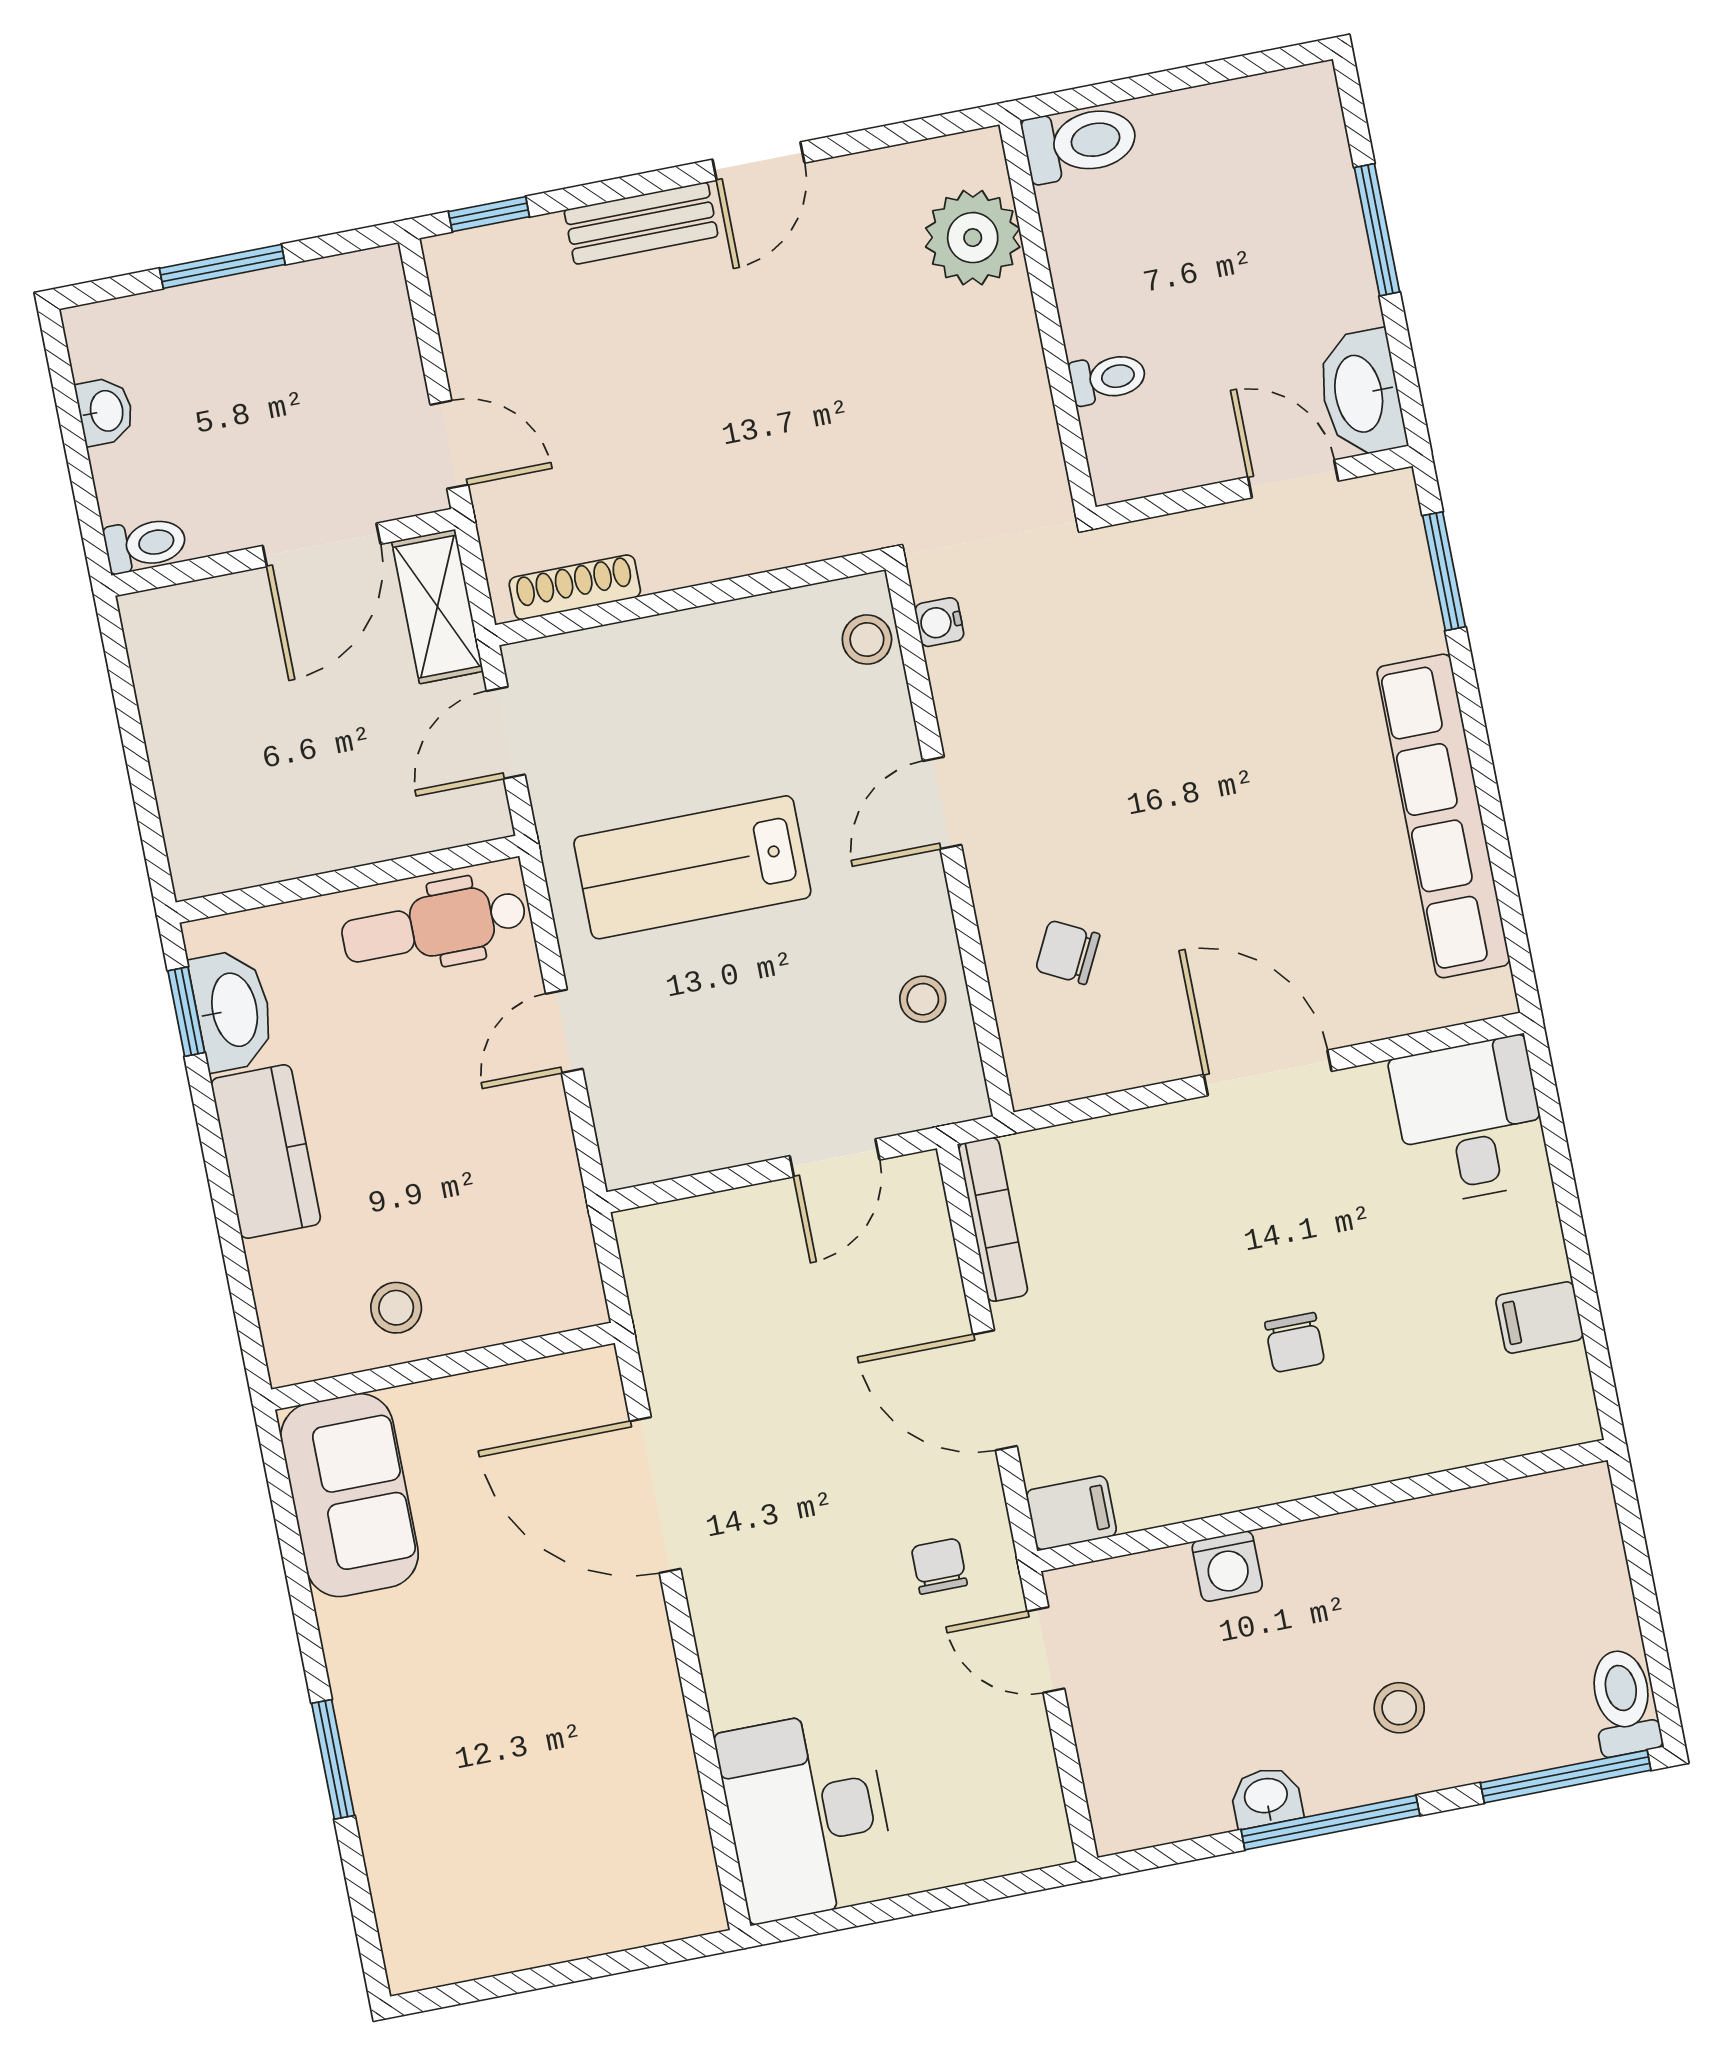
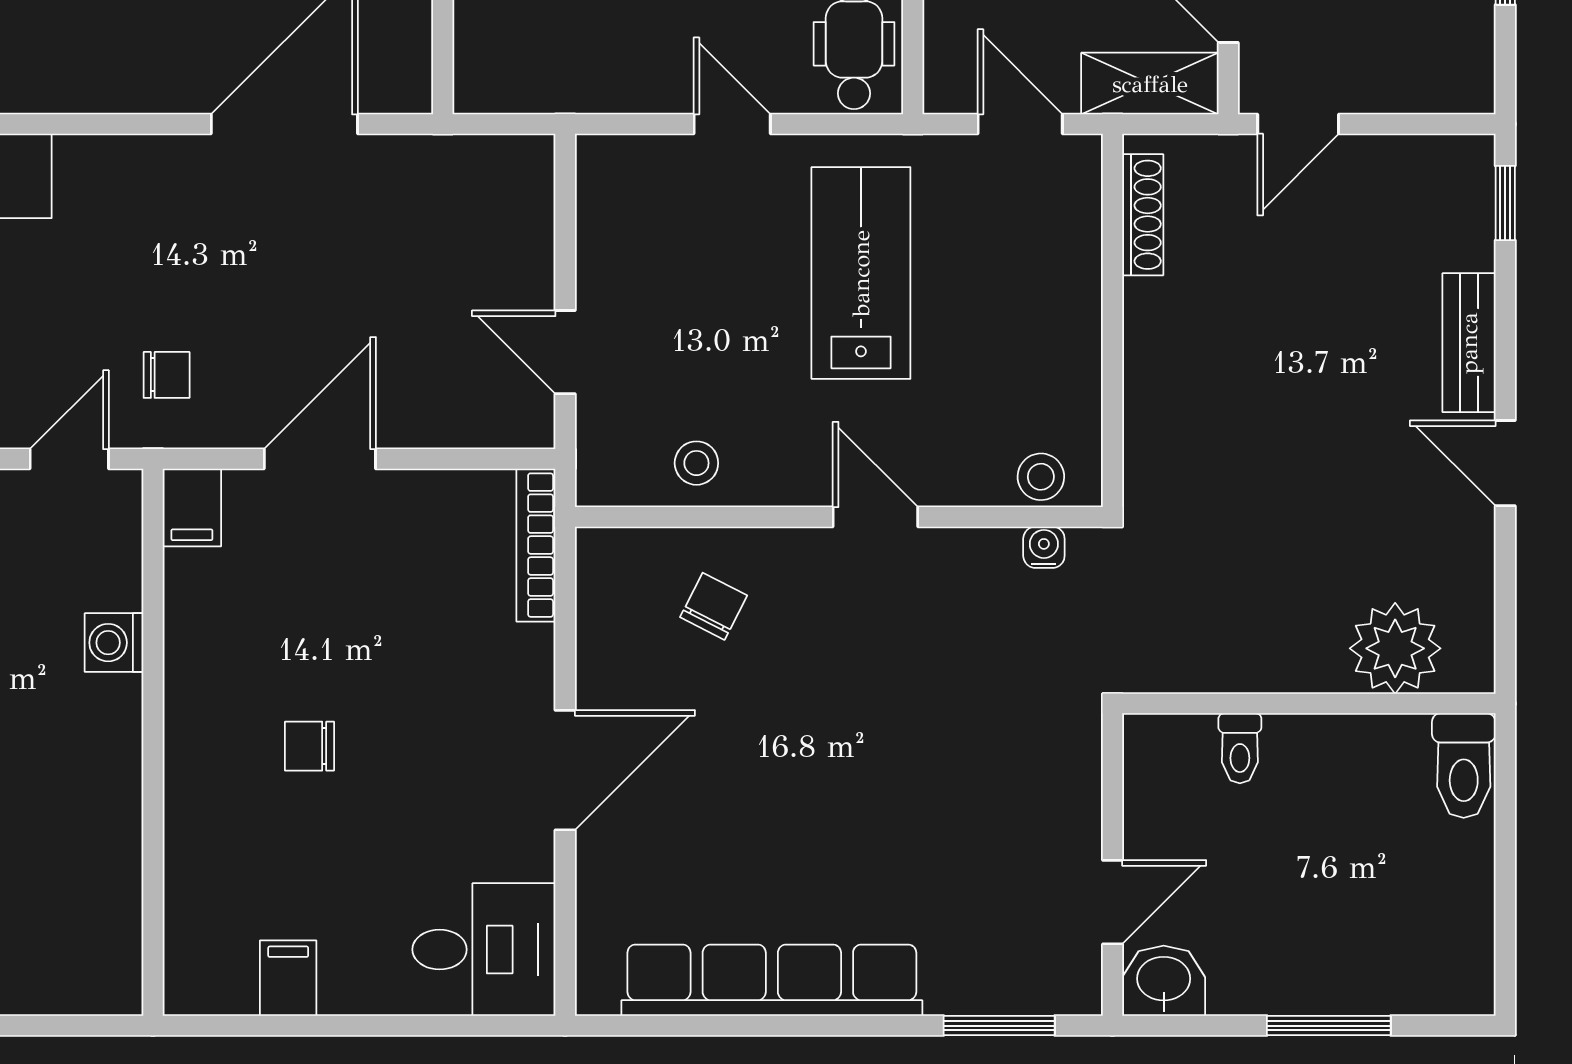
washbasin: (1361, 393) -> (1164, 981), width x0.72
bookcase: (993, 1219) -> (536, 545), moved, turned 90

